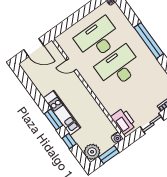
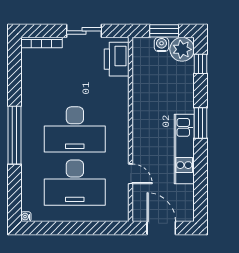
kitchen unit: (62, 113) -> (184, 149), moved
water cooler: (117, 138) -> (162, 44), moved
window: (69, 141) -> (200, 64), moved

